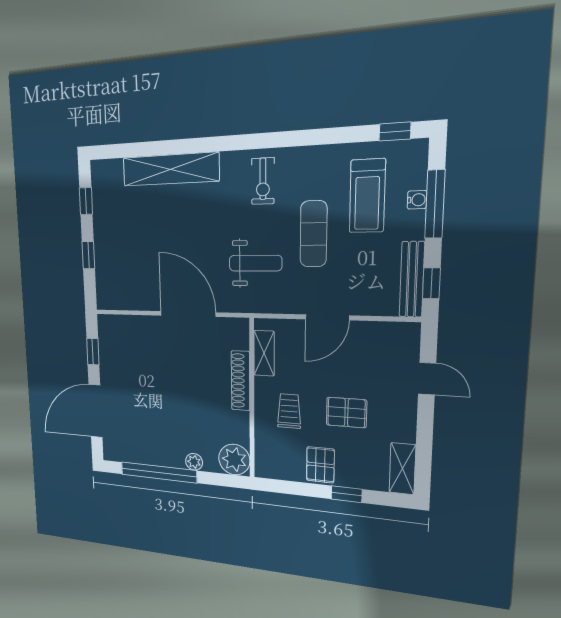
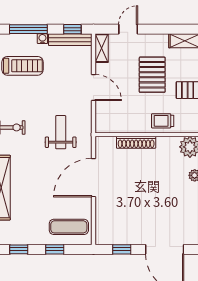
water cooler: (417, 200) -> (42, 39), moved
exercise mat: (313, 234) -> (69, 227), moved
shelving: (264, 353) -> (102, 48), moved, turned 90
trolley: (289, 411) -> (163, 121), moved
pallet: (346, 413) -> (152, 75), width x1.50, depth x1.42

